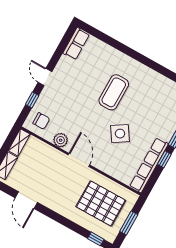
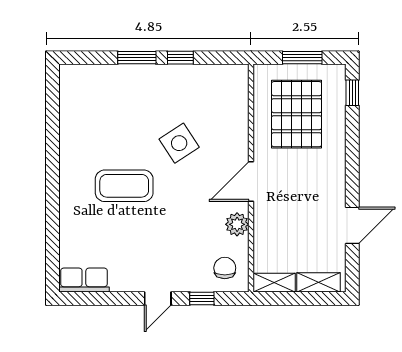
row of seats: (149, 165) -> (201, 75), removed

